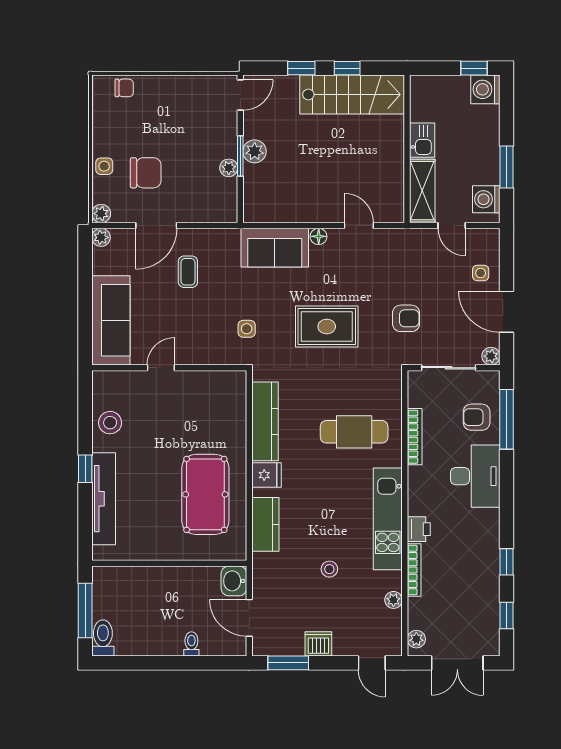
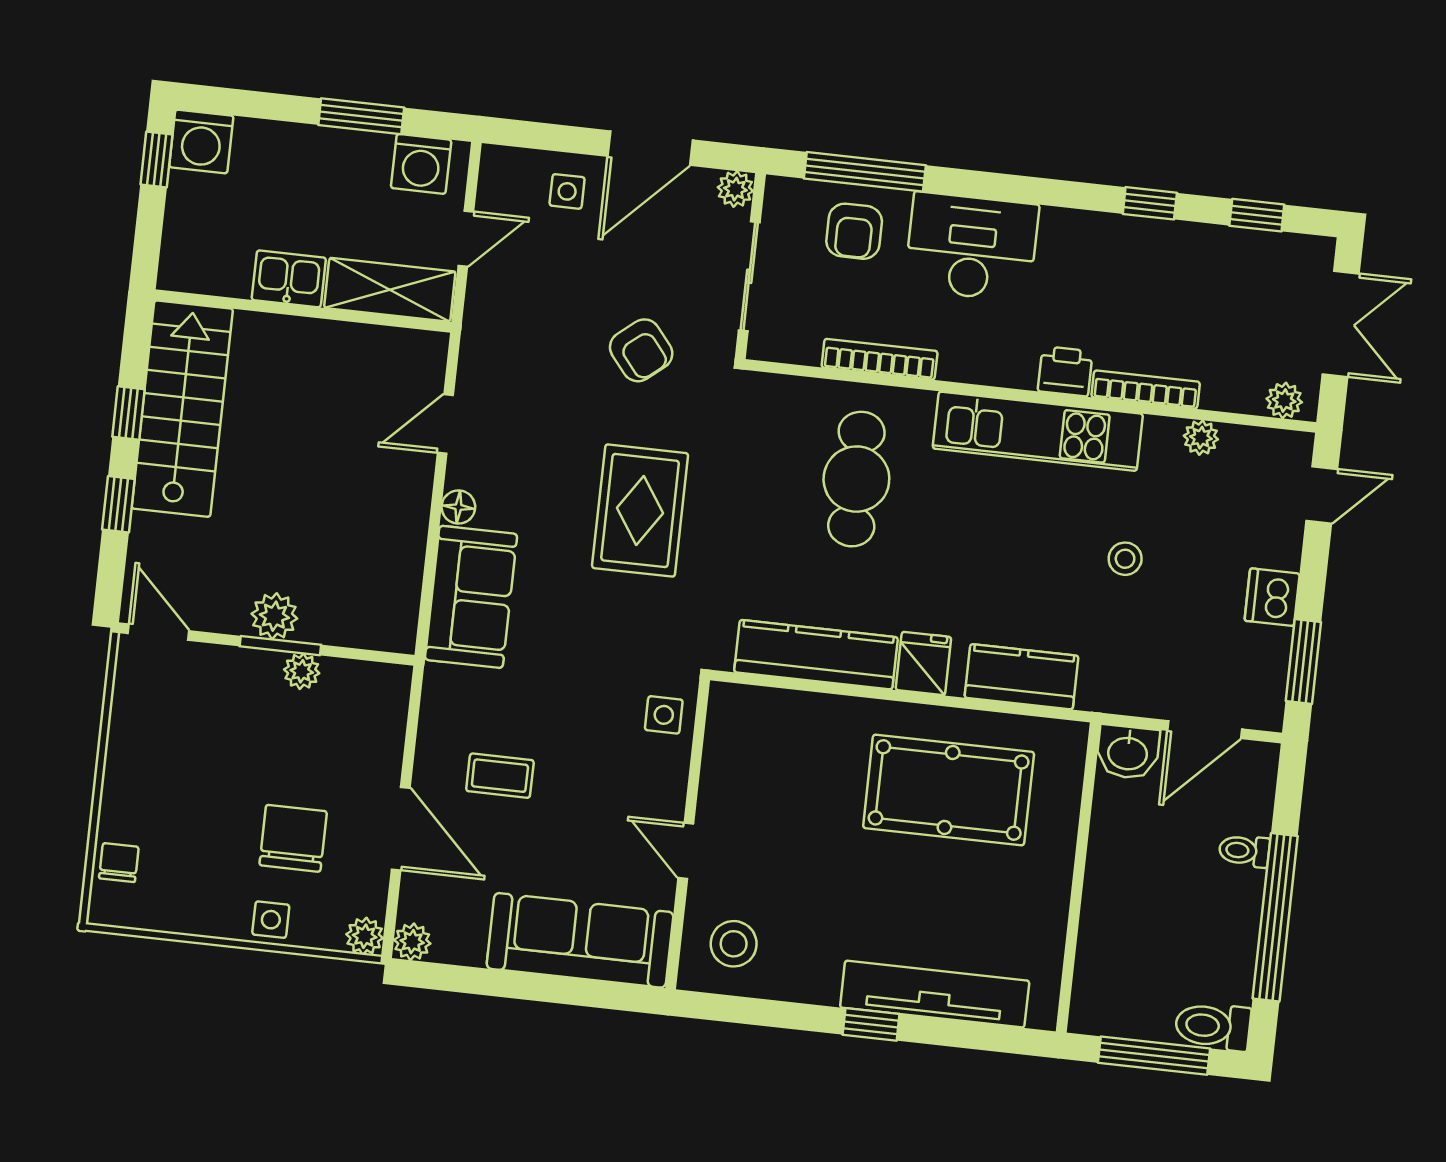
armchair: (406, 318) -> (641, 350), turned 141
side table: (247, 329) -> (664, 715), moved
stool: (110, 423) -> (734, 944), moved
window: (160, 663) -> (1275, 917), added

